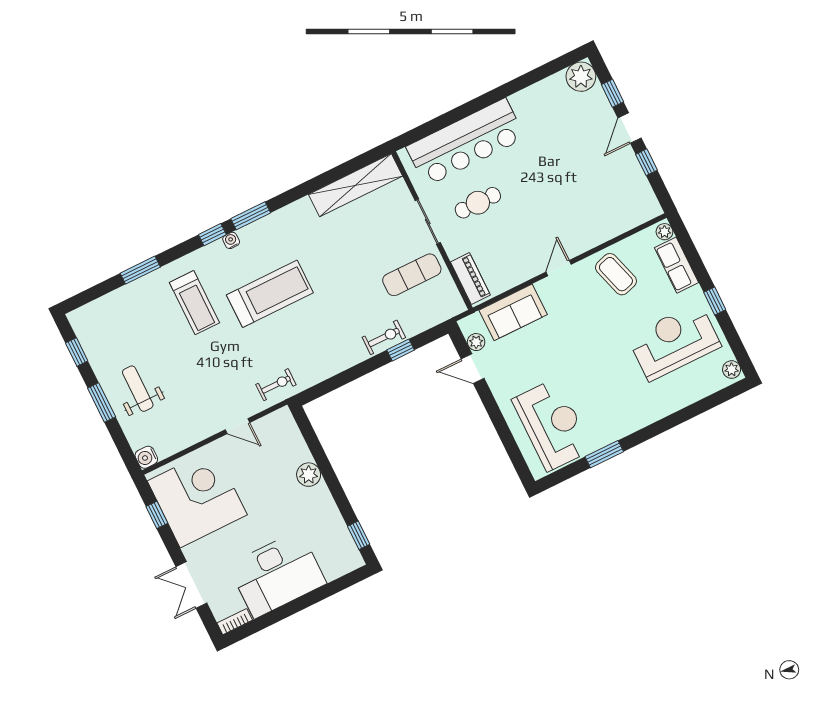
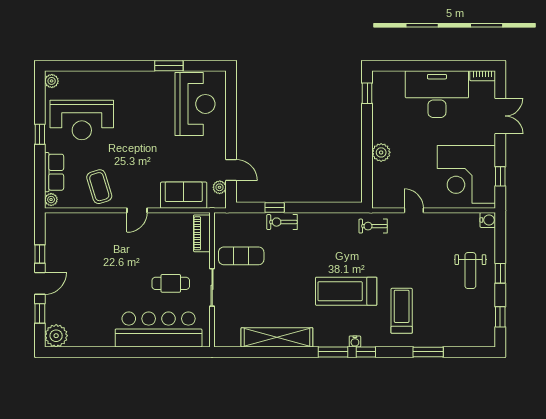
shelving: (355, 185) -> (277, 337), moved
window: (102, 402) -> (500, 273), width x0.67
reception desk: (552, 425) -> (195, 104), turned 180

